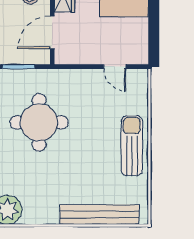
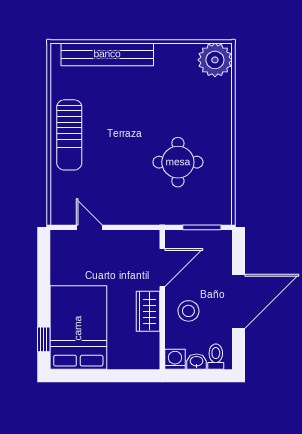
round table: (39, 122) -> (178, 162), width x0.73, depth x0.73

